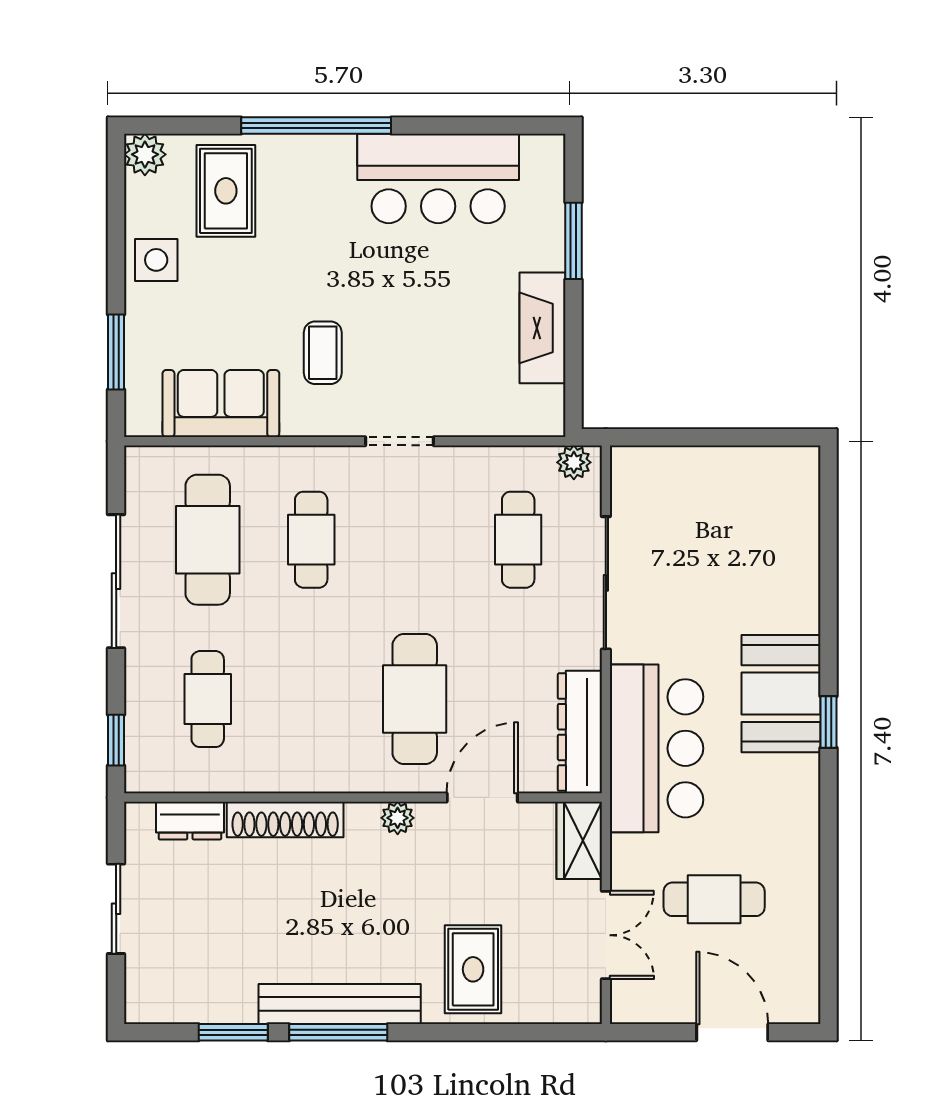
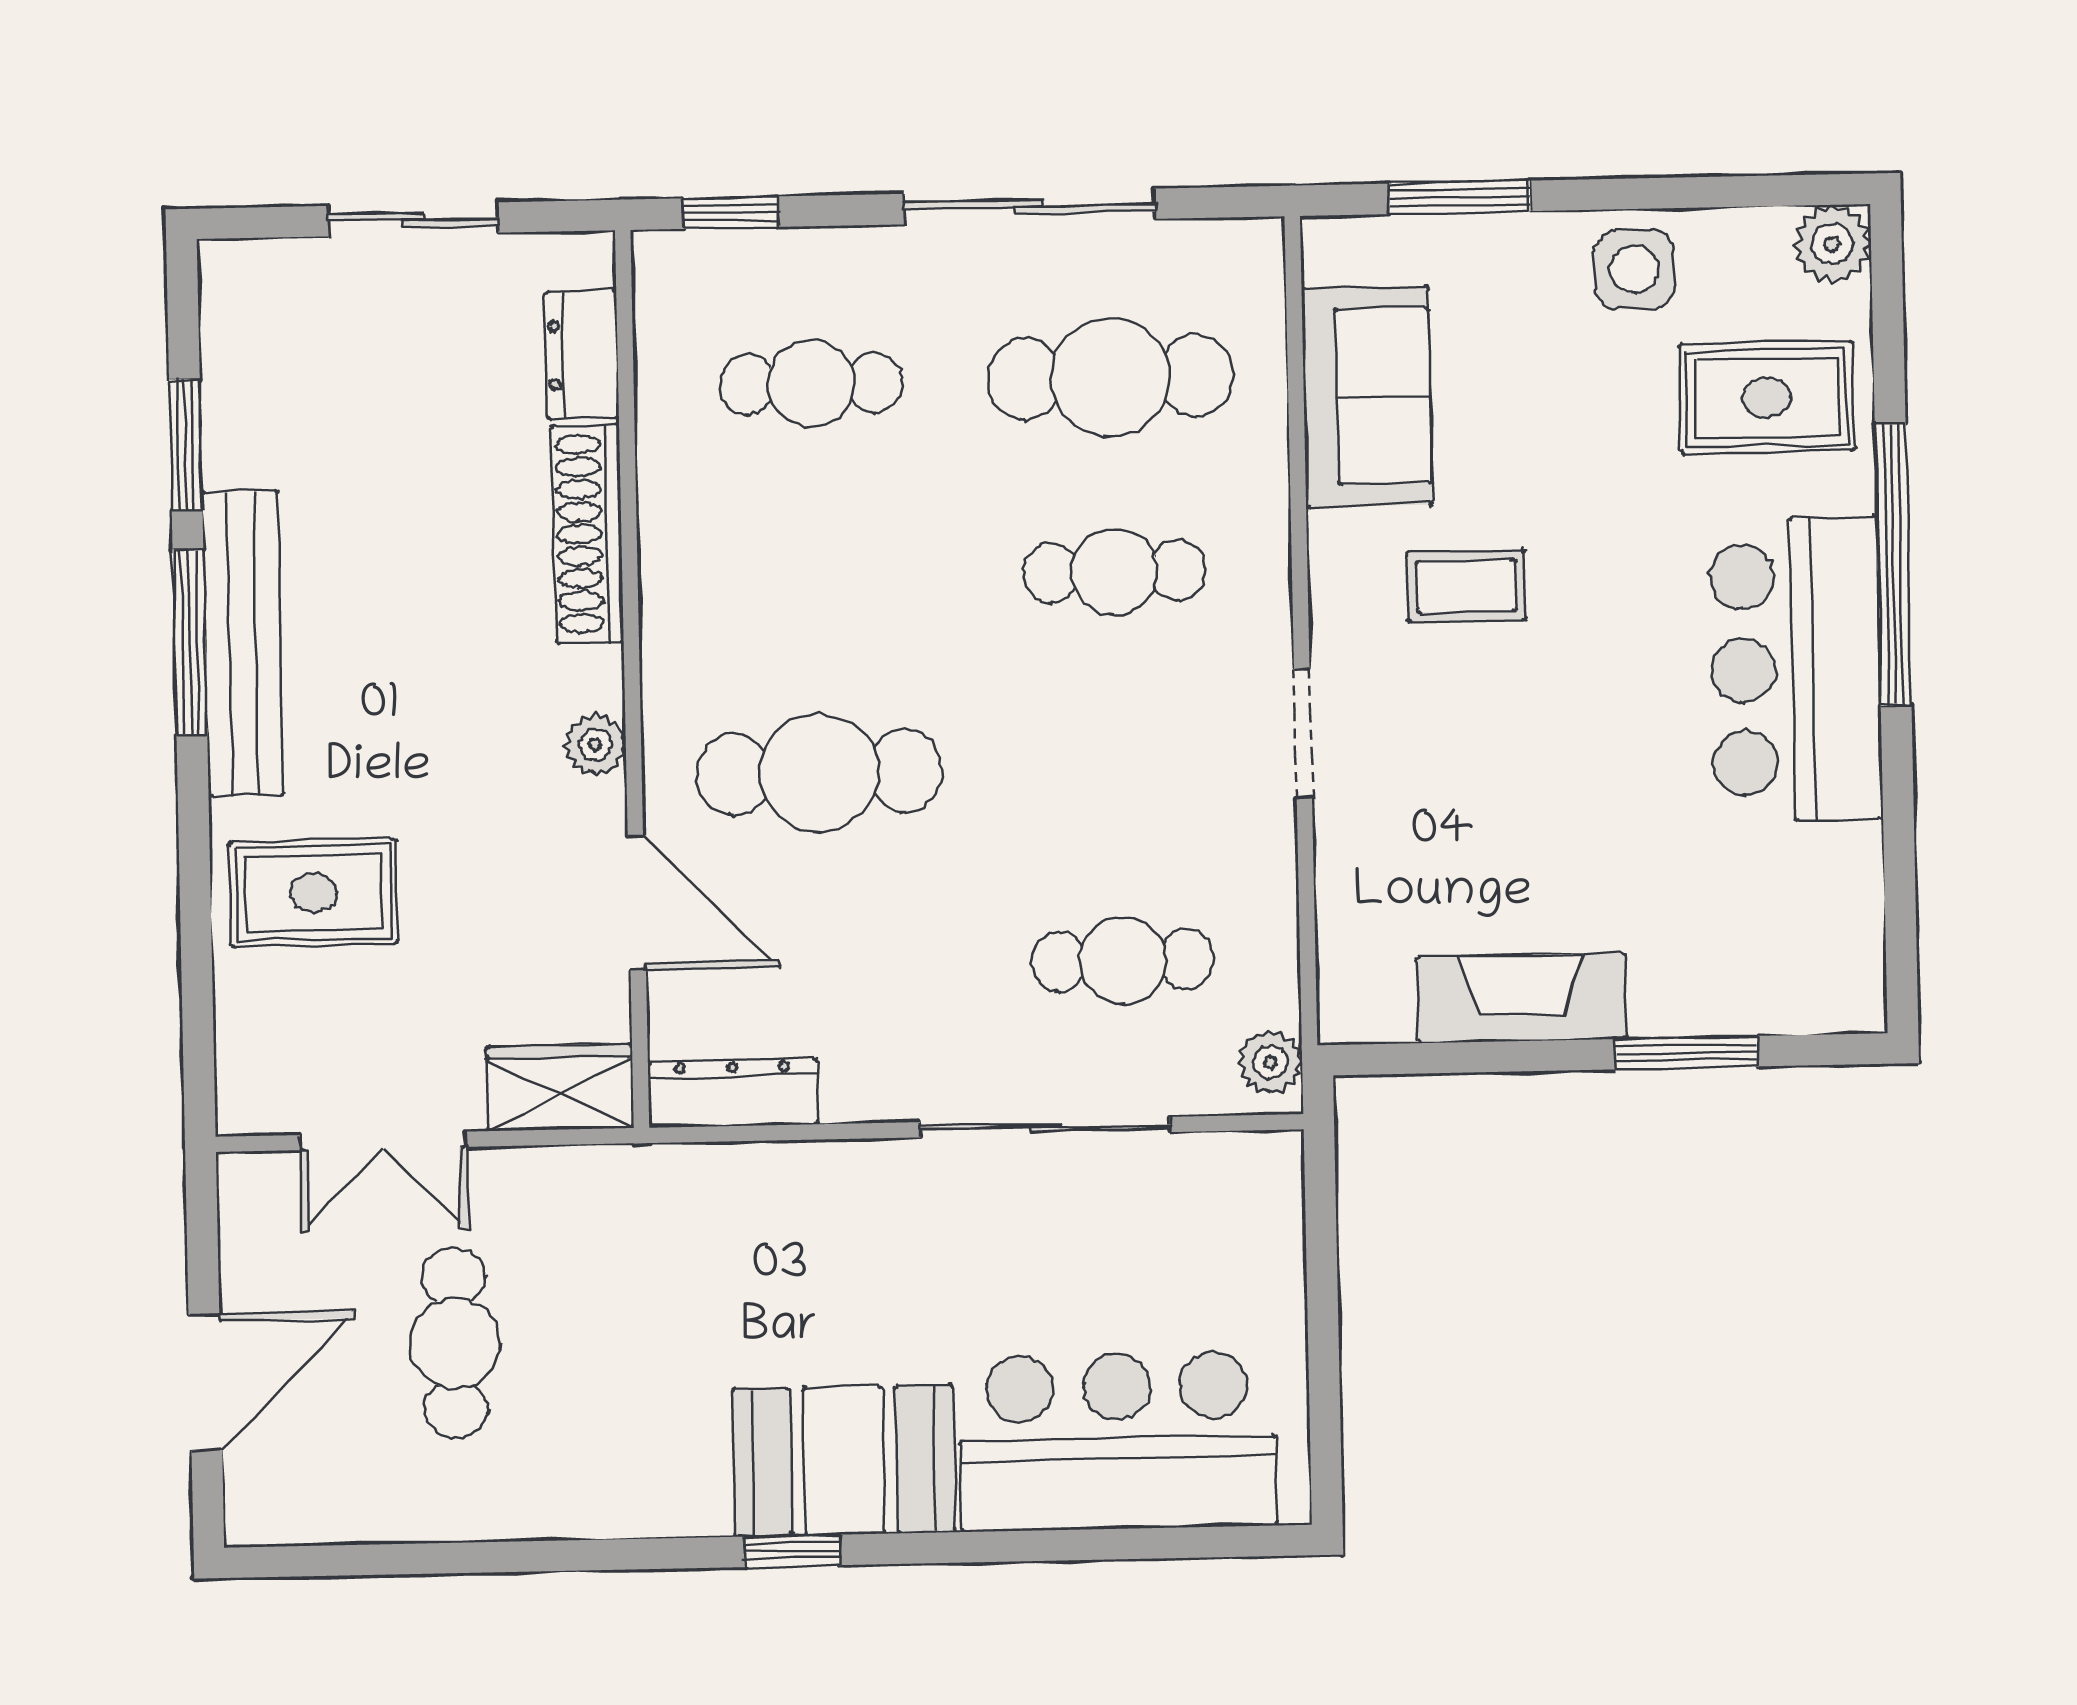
bar counter: (438, 178) -> (1796, 669), moved
dresser: (580, 732) -> (733, 1093), width x0.73, depth x0.80
bar counter: (657, 748) -> (1118, 1441), moved, turned 180

